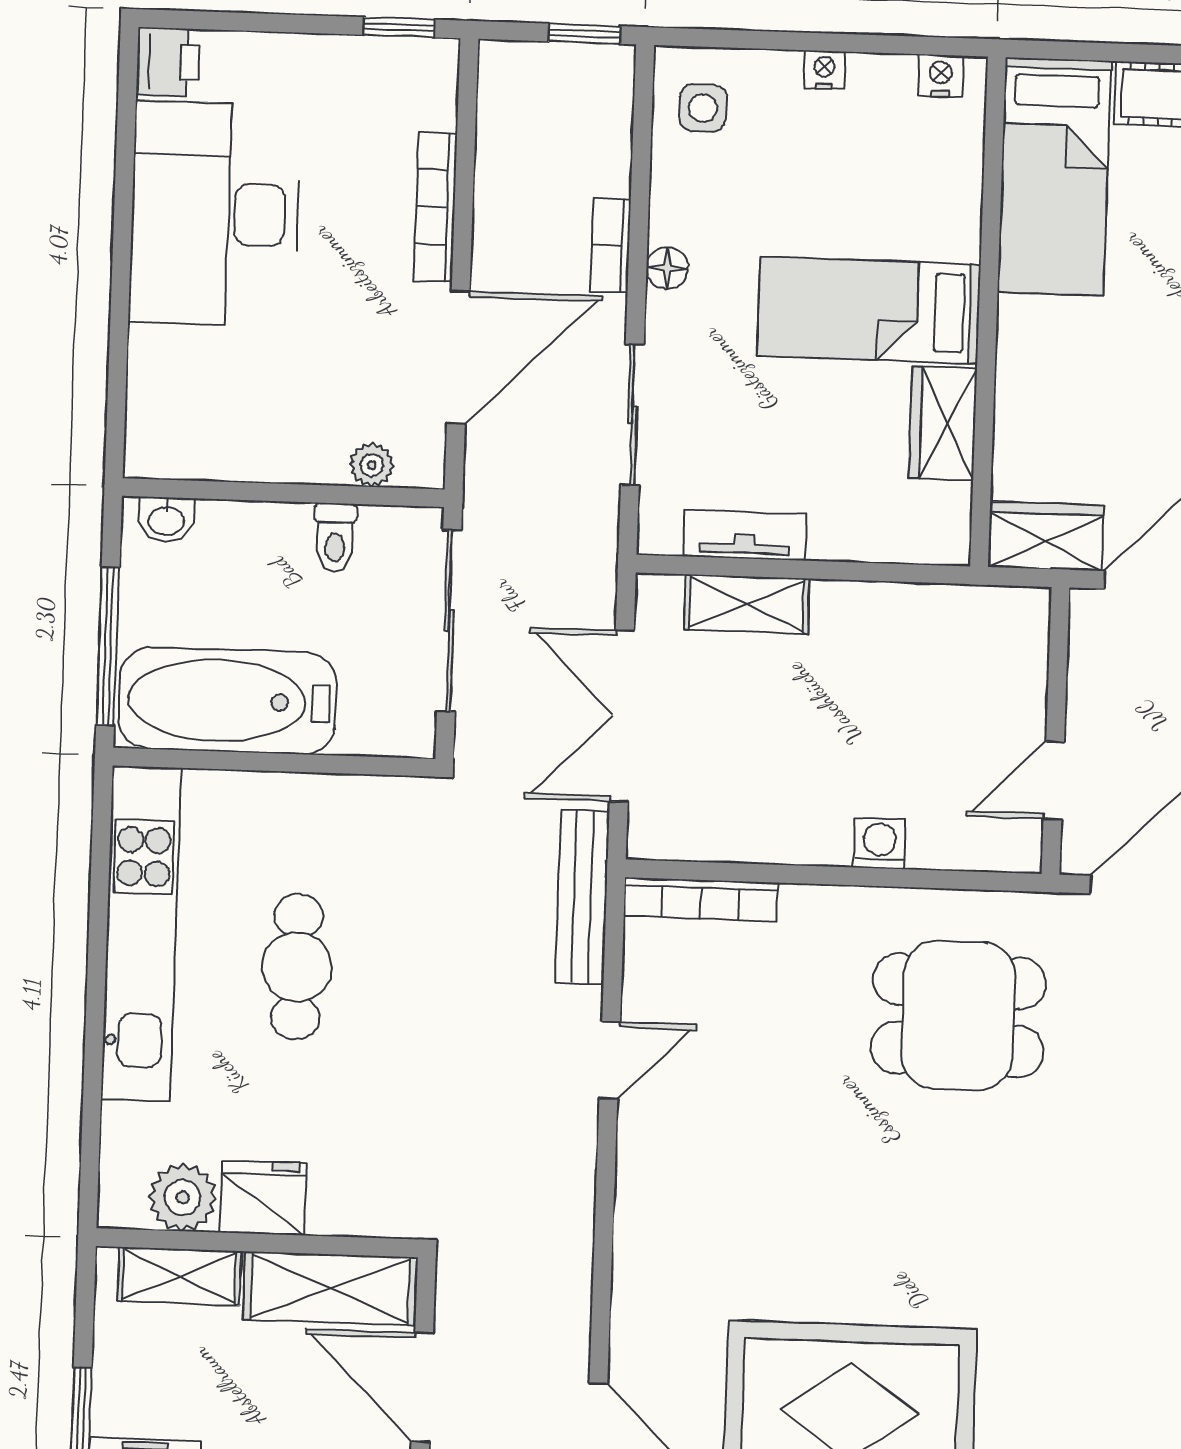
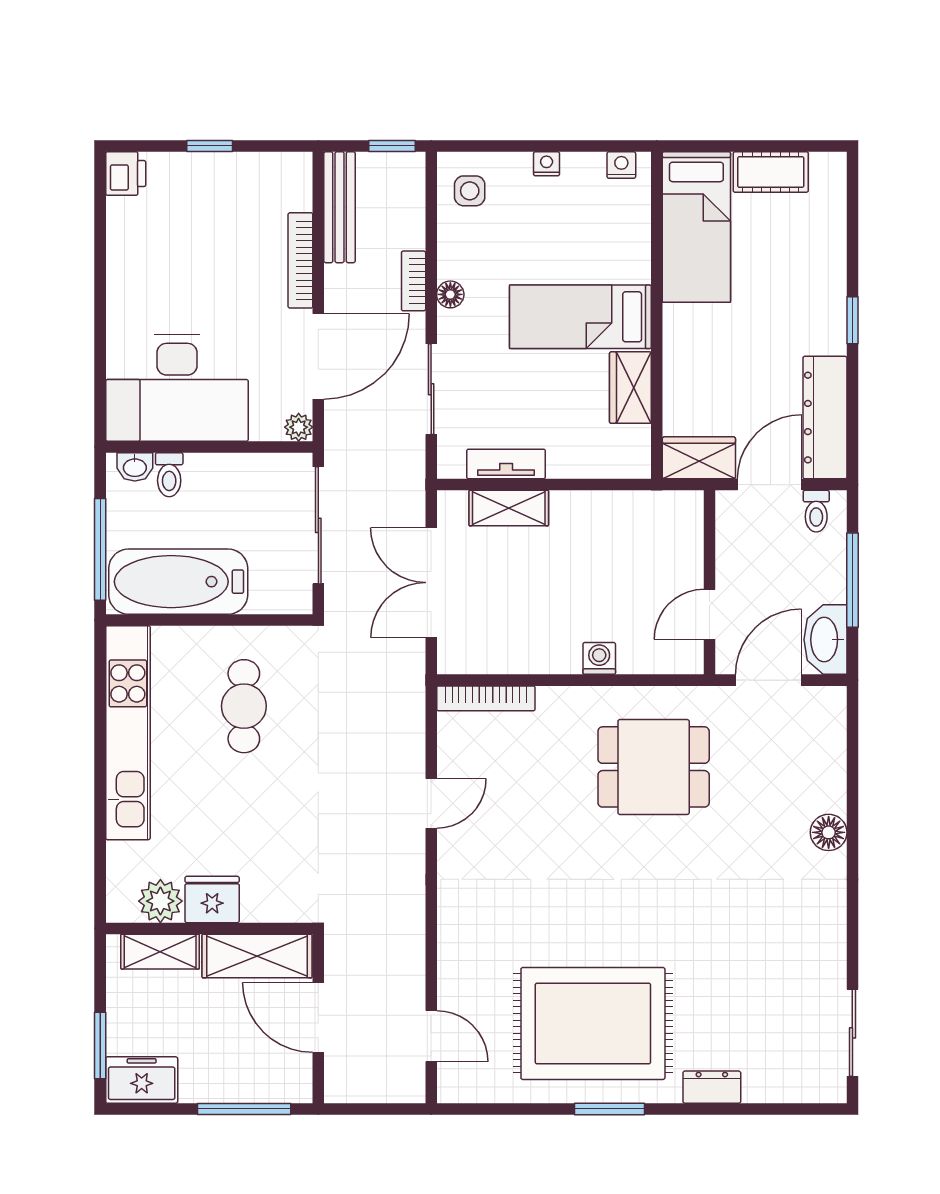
window: (399, 27) -> (210, 146), moved
desk: (215, 214) -> (177, 388), moved, turned -90
plant: (372, 465) -> (299, 427), moved
toilet: (335, 538) -> (169, 475), moved
bench: (582, 897) -> (340, 207), moved
cafe table: (297, 967) -> (244, 706), moved

